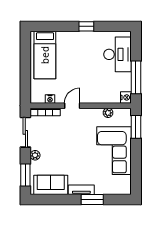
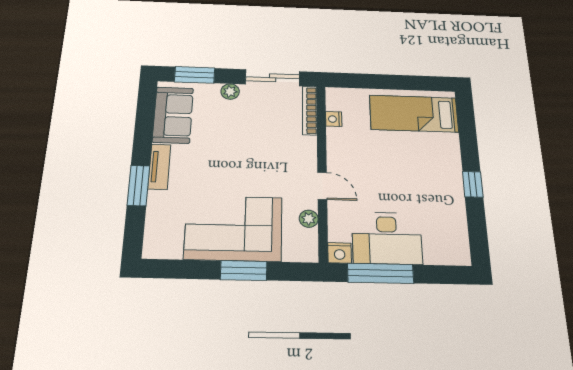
desk: (117, 54) -> (387, 238), moved
door: (72, 106) -> (322, 186), moved
window: (136, 127) -> (244, 270), moved

